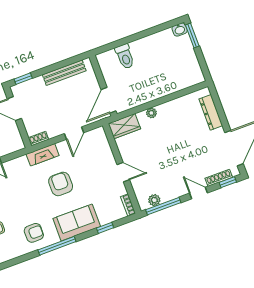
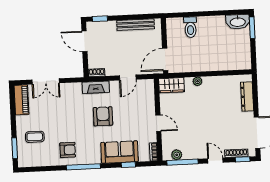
washbasin: (180, 29) -> (238, 22), width x1.91, depth x1.45
sofa: (77, 222) -> (119, 152), moved

